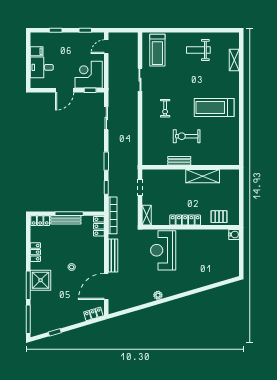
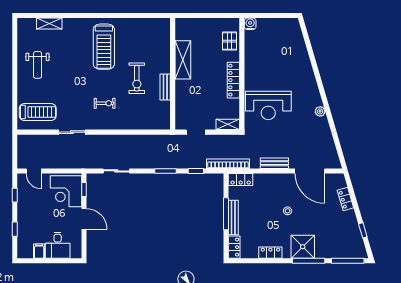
bench: (113, 256) -> (274, 163), width x0.73
locker: (93, 314) -> (345, 199), moved

